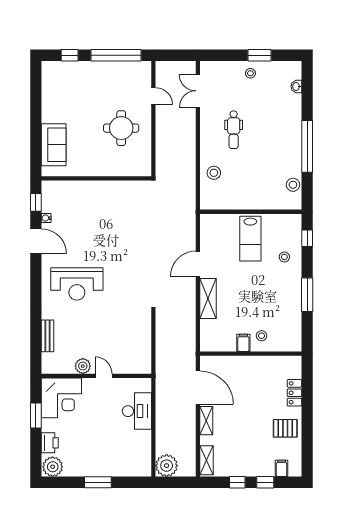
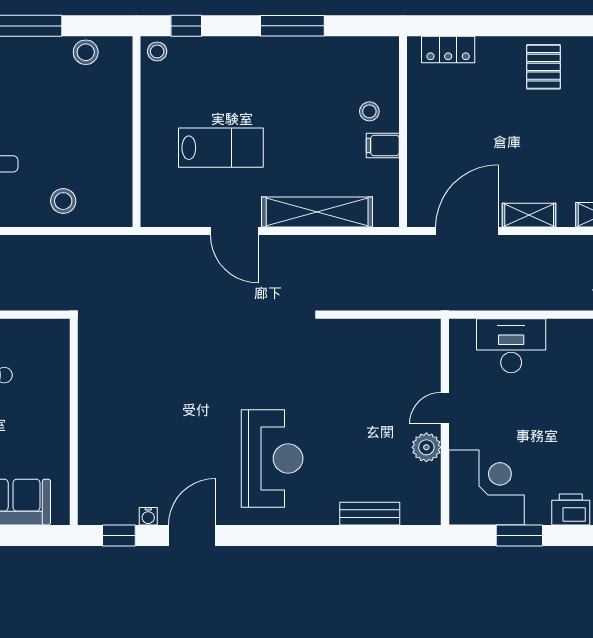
lab bench: (250, 239) -> (221, 148), moved
stool: (284, 257) -> (157, 51), moved
shelving: (208, 298) -> (317, 212), width x1.47
locker: (294, 393) -> (448, 50), moved

